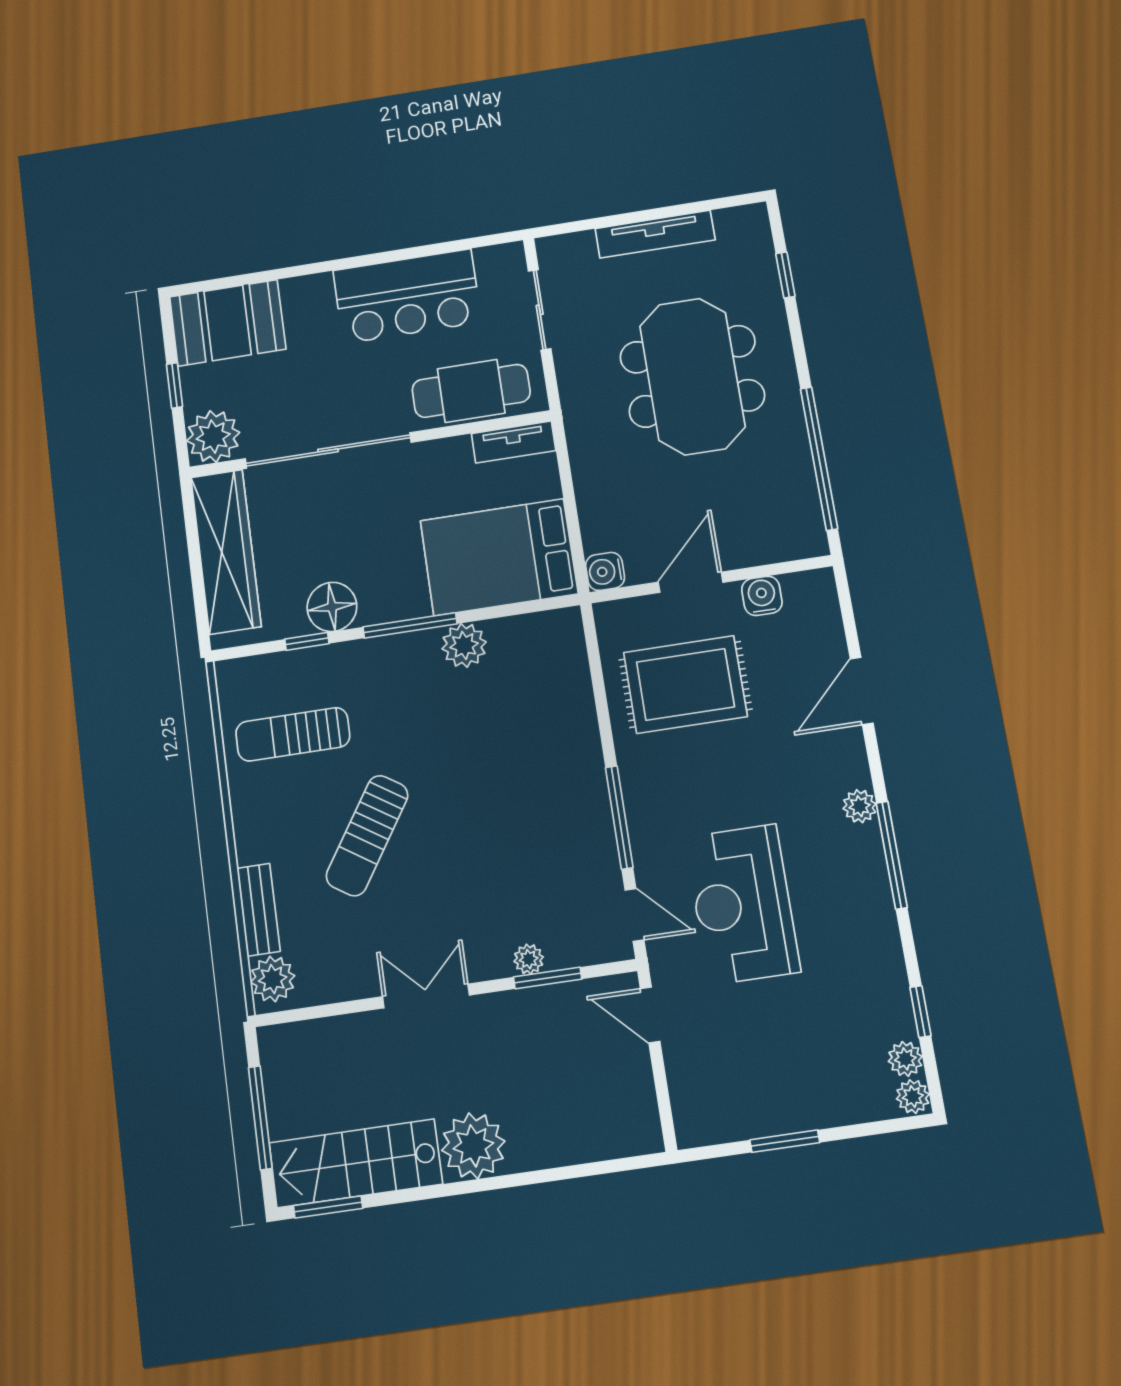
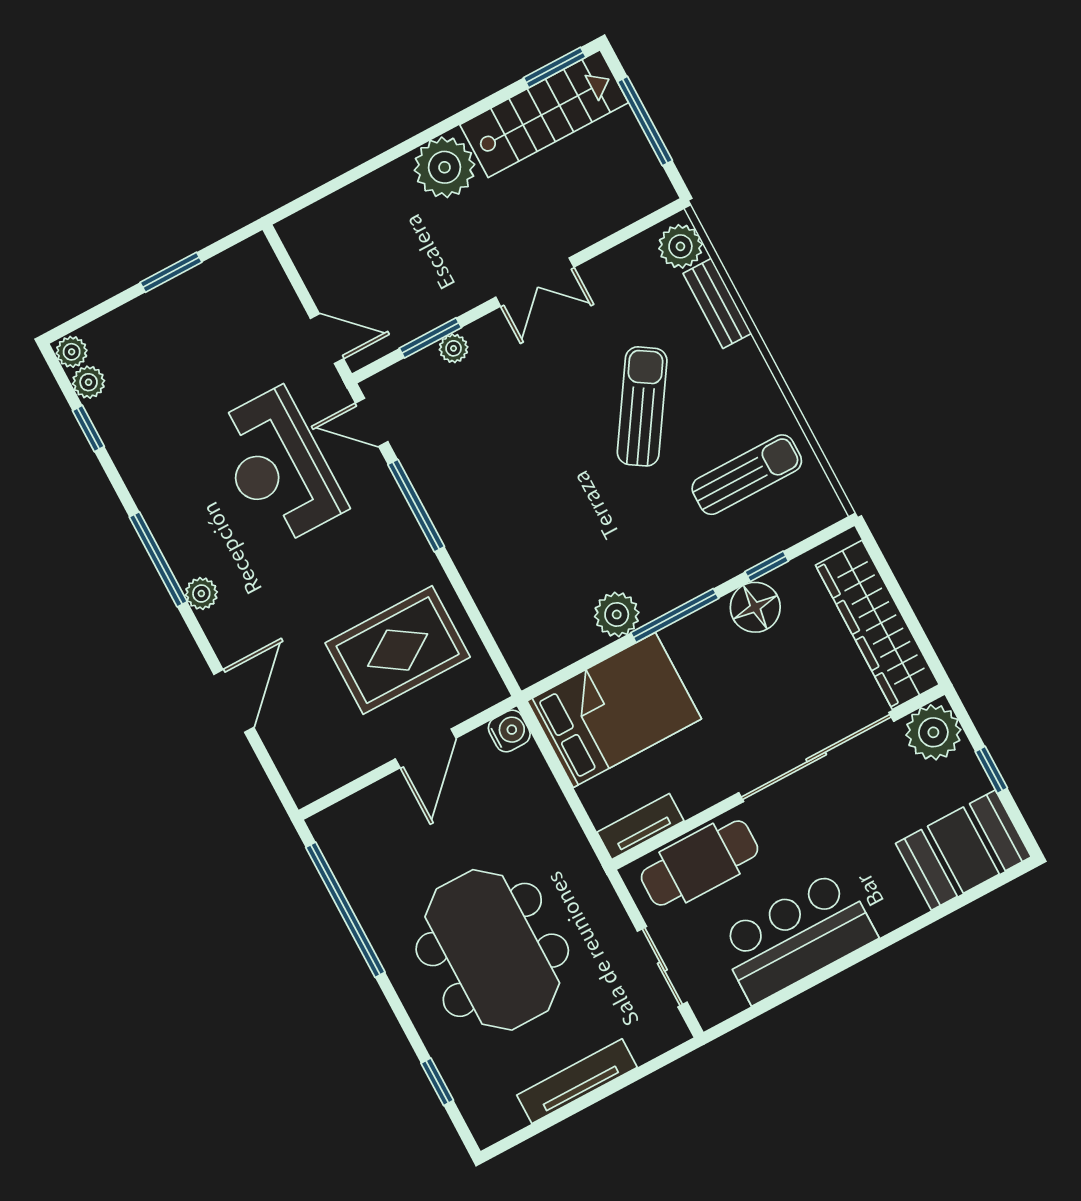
water cooler: (762, 596) -> (355, 759), removed
reception desk: (742, 904) -> (278, 467), turned 180

